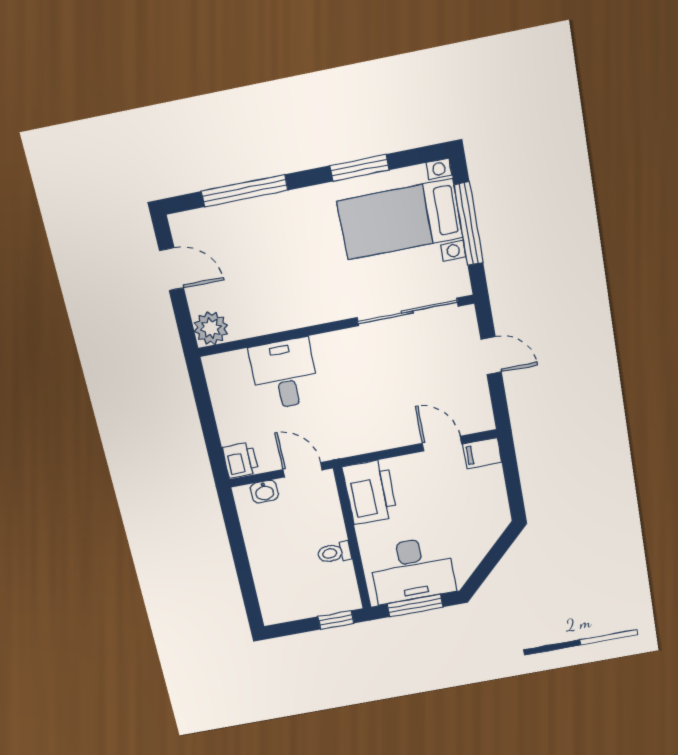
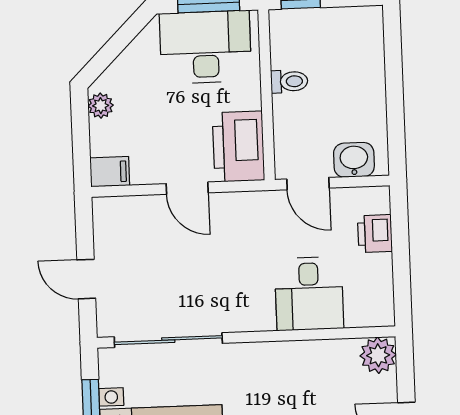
door: (442, 444) -> (187, 188), moved
printer: (240, 460) -> (375, 234), moved
washbasin: (264, 492) -> (354, 160), width x1.38, depth x1.45
plant: (498, 508) -> (101, 106), added

